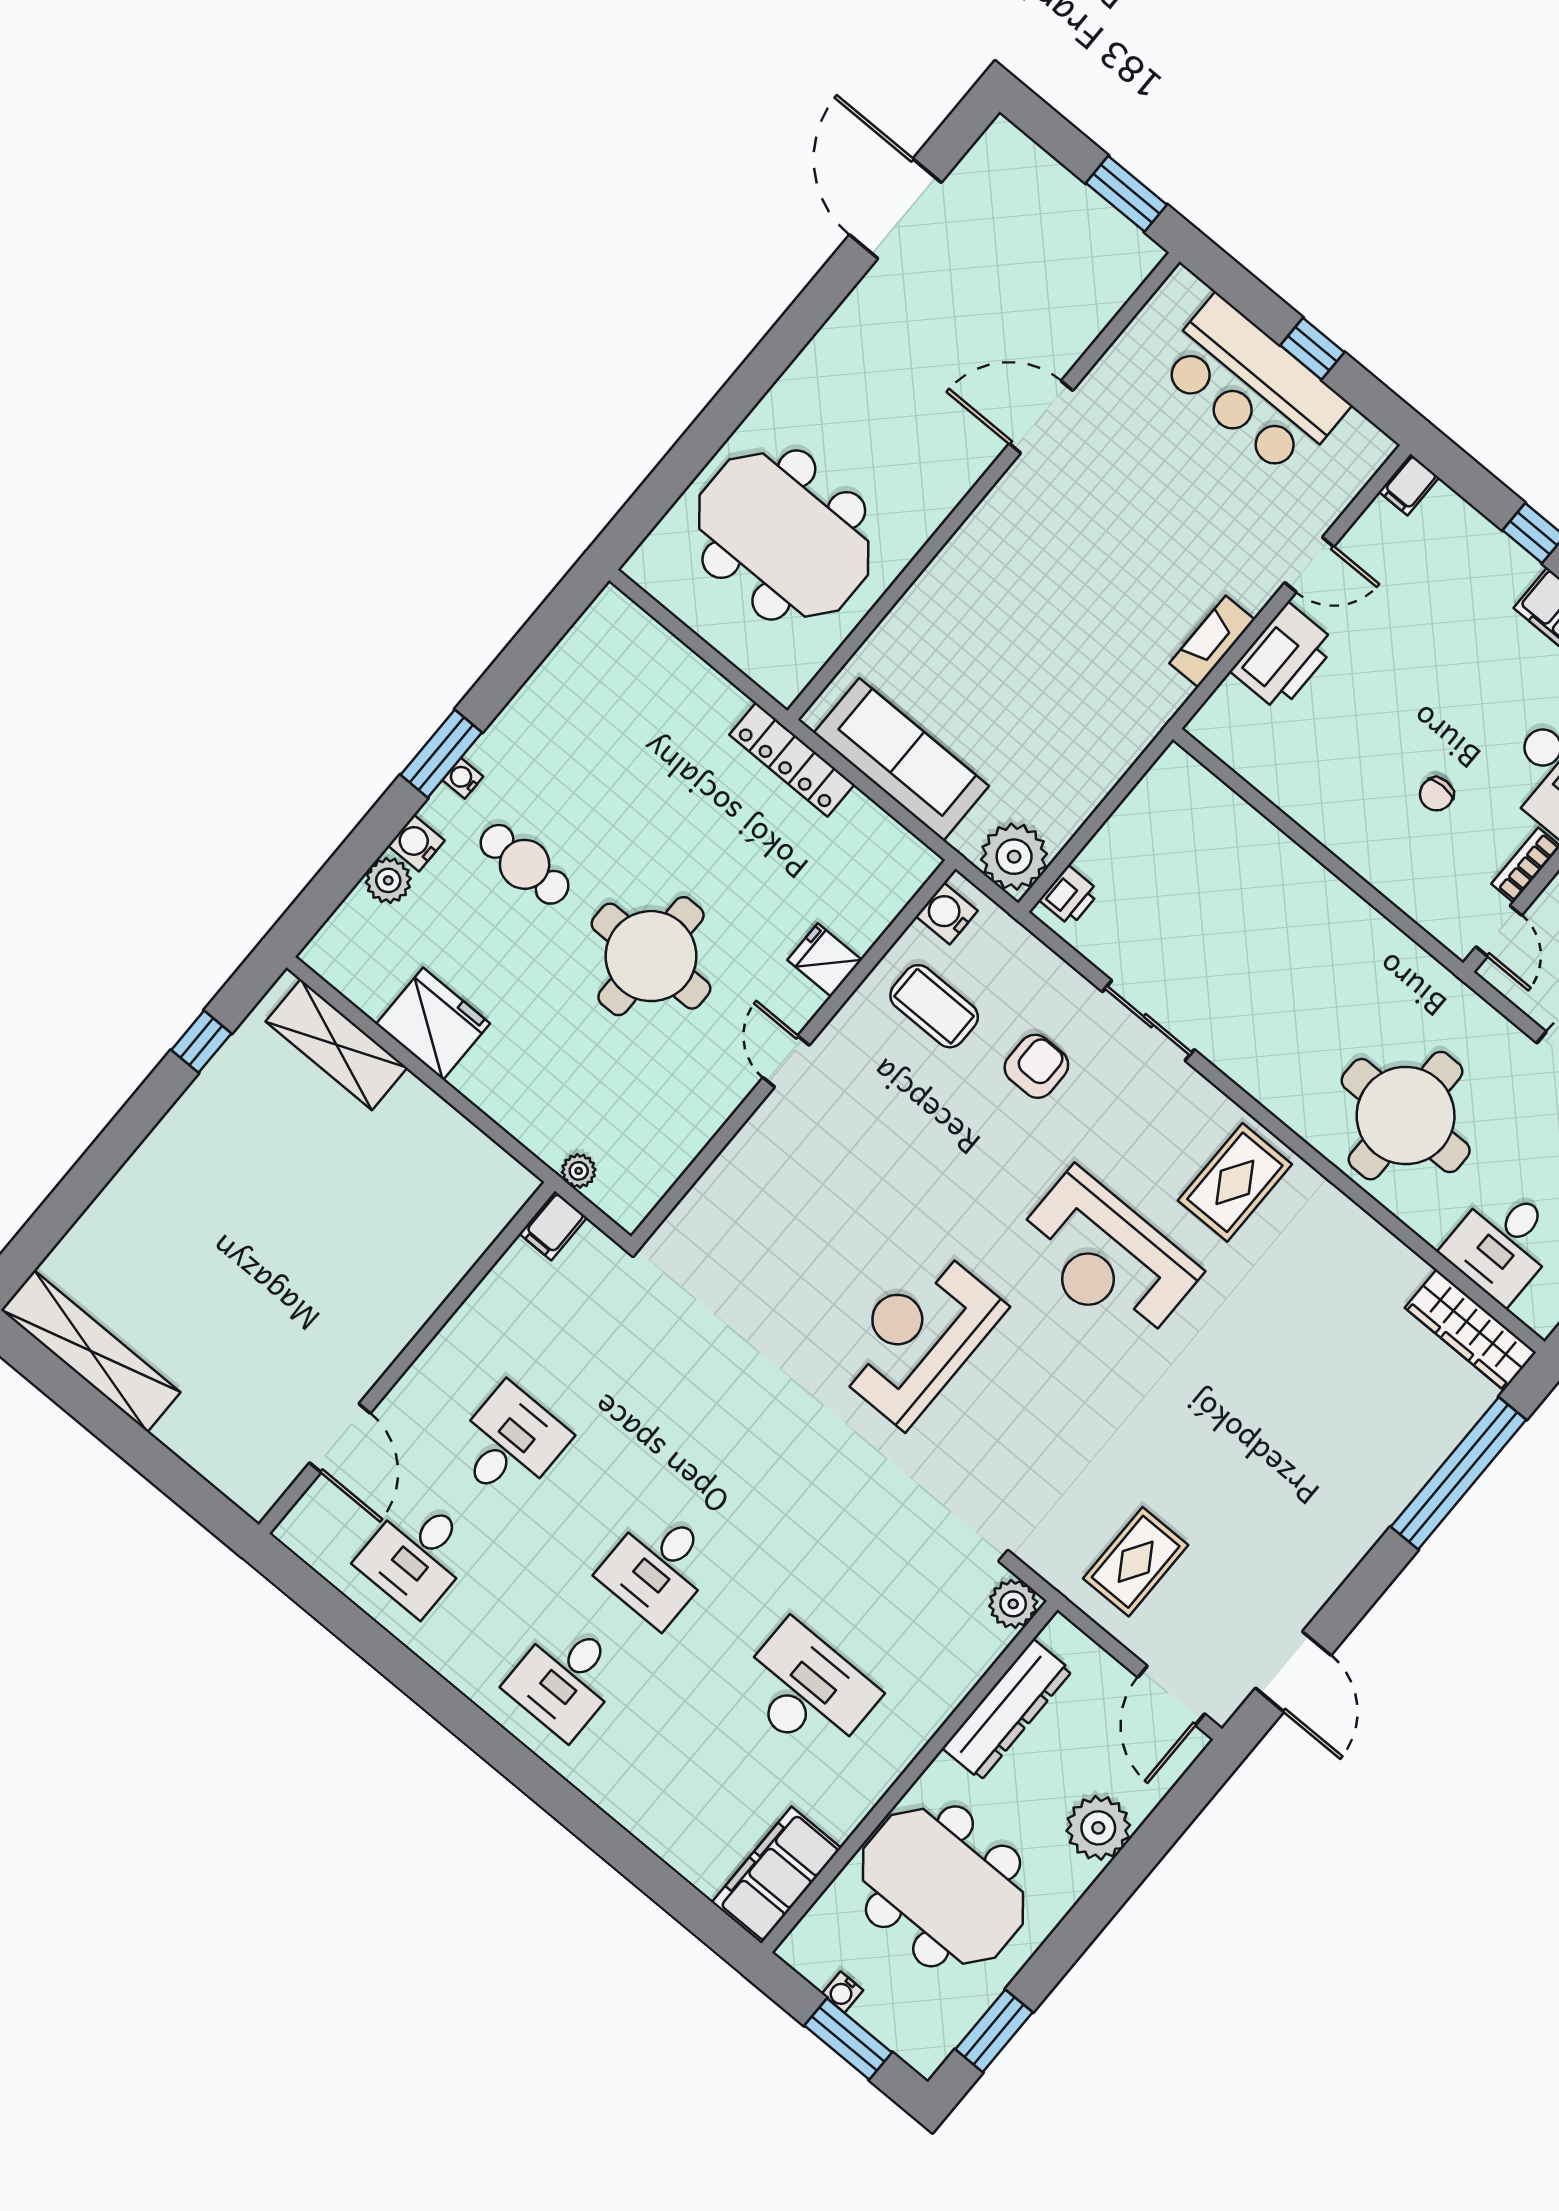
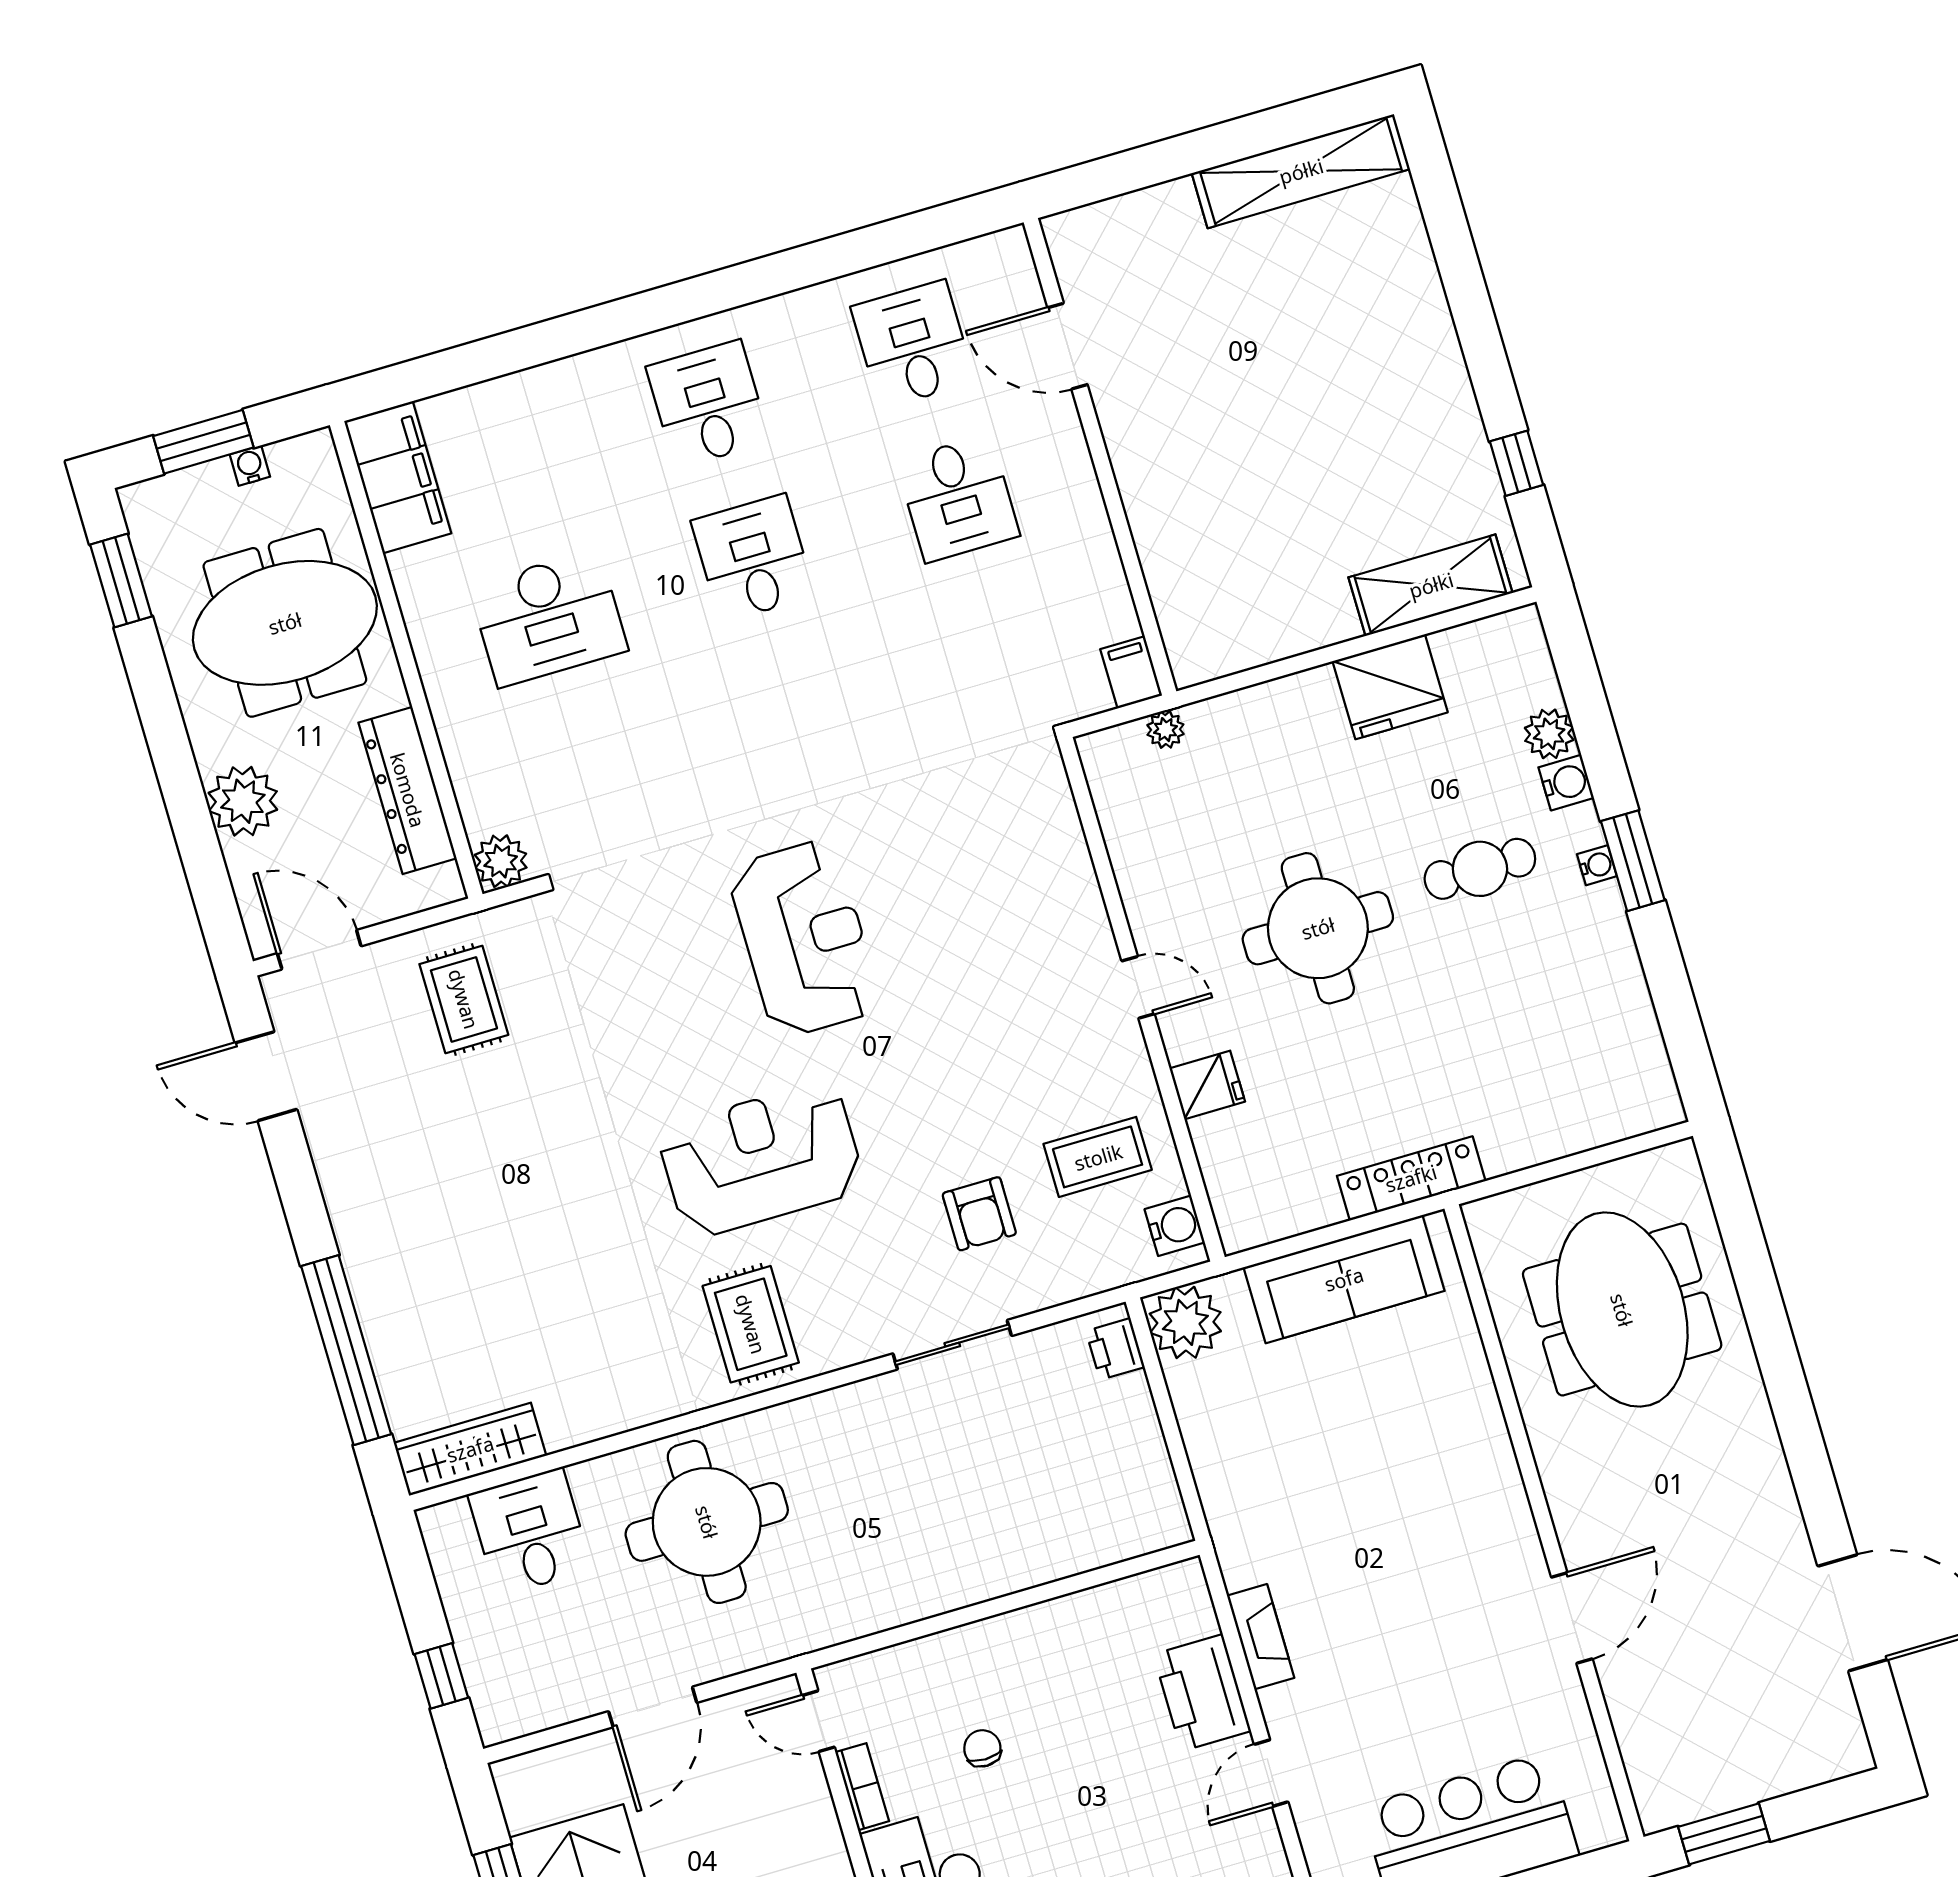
meeting table: (784, 535) -> (1622, 1310), turned 90

